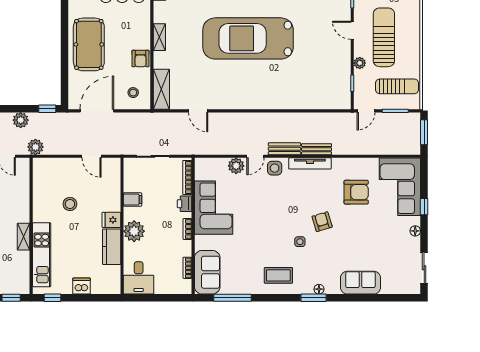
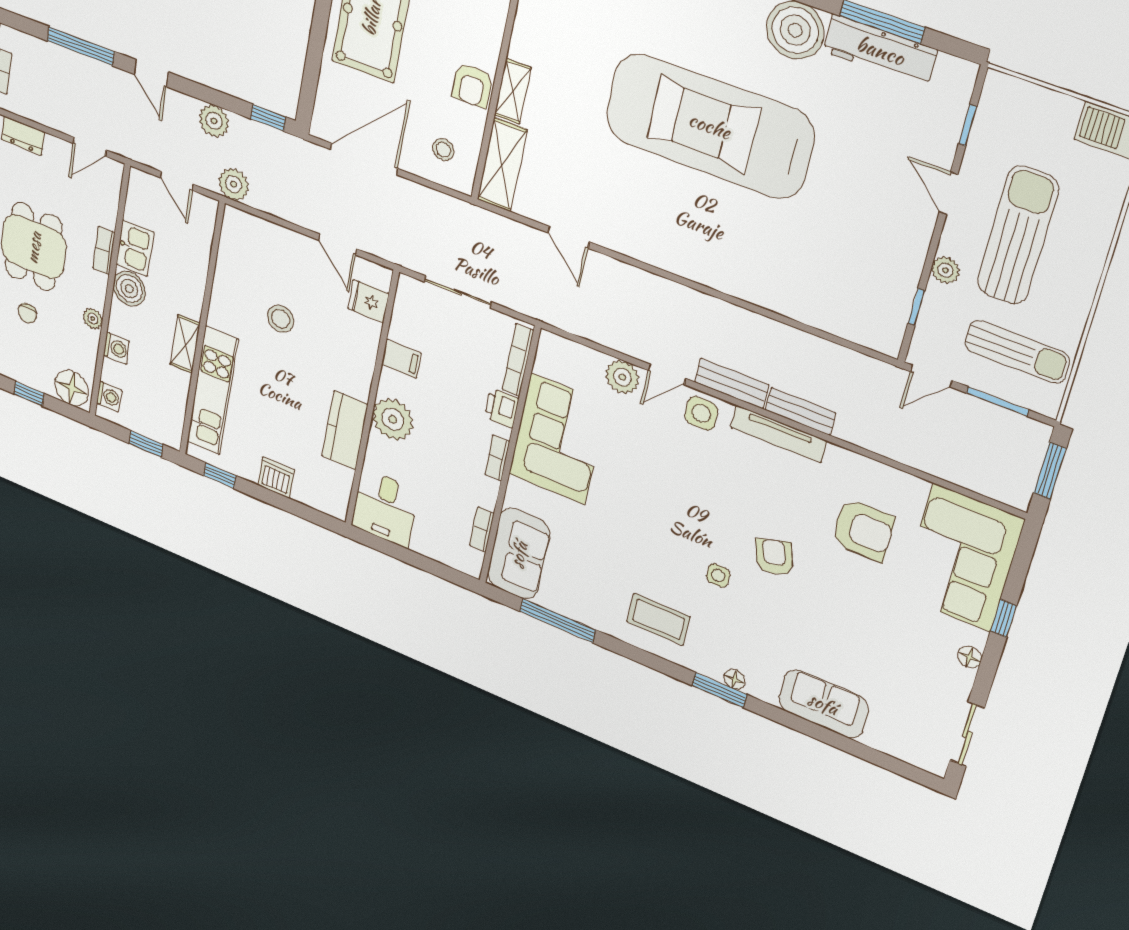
shelving: (159, 37) -> (513, 91), moved
fridge: (111, 220) -> (368, 301), moved

